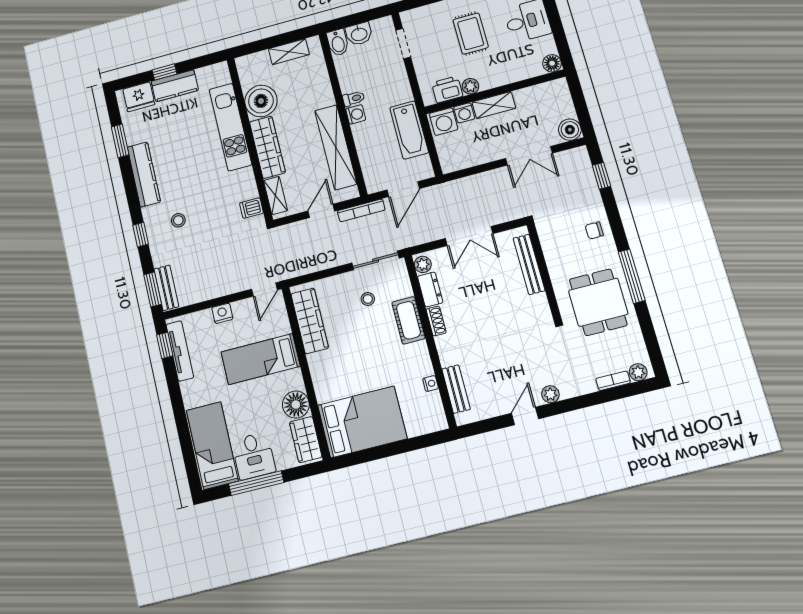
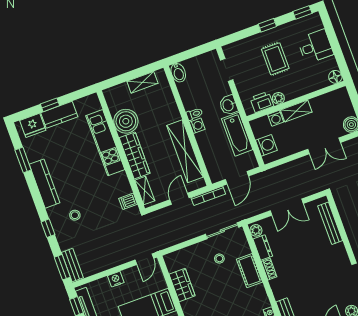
washbasin: (359, 34) -> (228, 105), moved, turned 90
washing machine: (444, 122) -> (266, 145), moved, turned -90
wardrobe: (310, 321) -> (182, 285), width x0.67

